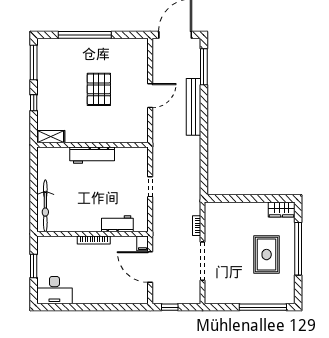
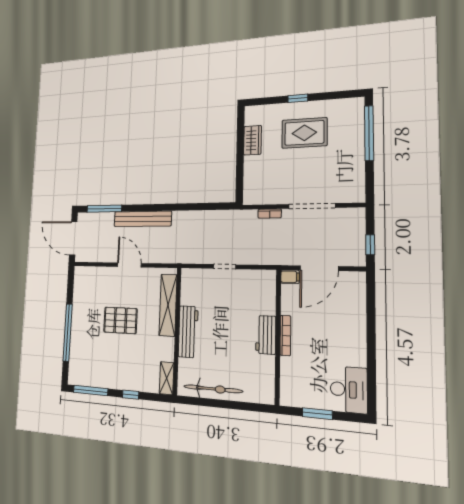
shelving: (115, 135) -> (168, 305), added
bicycle: (45, 206) -> (213, 389), moved
wardrobe: (282, 209) -> (252, 140), moved
workbench: (117, 224) -> (266, 335), moved
window: (298, 249) -> (298, 98), width x0.32

